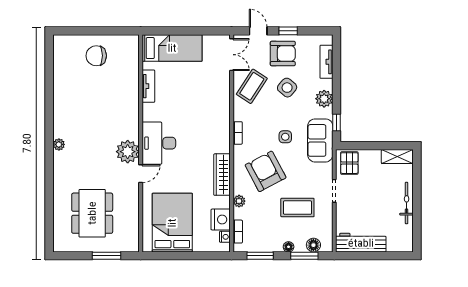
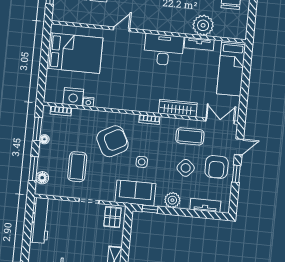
double door: (232, 55) -> (220, 121), swing flipped
coffee table: (252, 86) -> (190, 136), turned -33
desk: (159, 143) -> (164, 50), moved
plant: (128, 152) -> (203, 25), moved
pallet: (349, 163) -> (113, 217), turned 90
door: (141, 174) -> (121, 29), swing flipped
wardrobe: (222, 175) -> (178, 108), moved
plant: (239, 201) -> (88, 115), removed
nightstand: (225, 237) -> (88, 102), moved
floor lamp: (289, 247) -> (44, 139), moved

